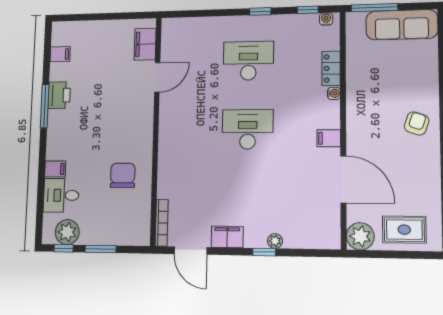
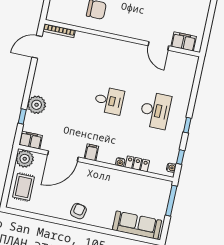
sofa: (402, 25) -> (137, 225), moved, turned 90
armchair: (417, 123) -> (78, 211), moved, turned -97
desk: (248, 129) -> (109, 101), width x0.73
filing cabinet: (227, 237) -> (31, 140), moved, turned -90
plant: (275, 241) -> (37, 105), width x1.88, depth x1.88
window: (264, 252) -> (22, 116), moved

